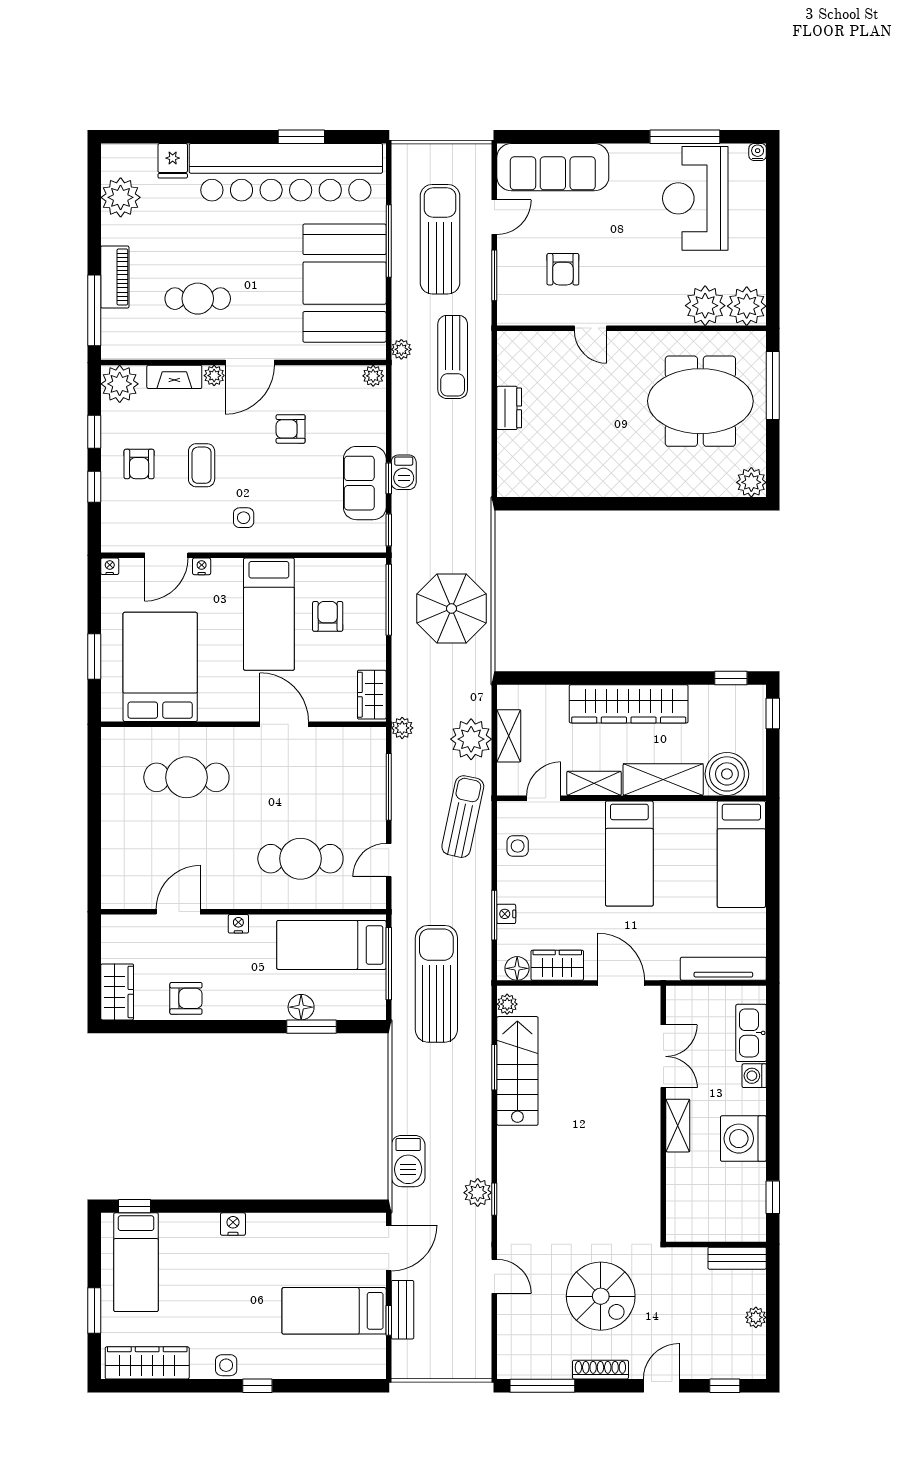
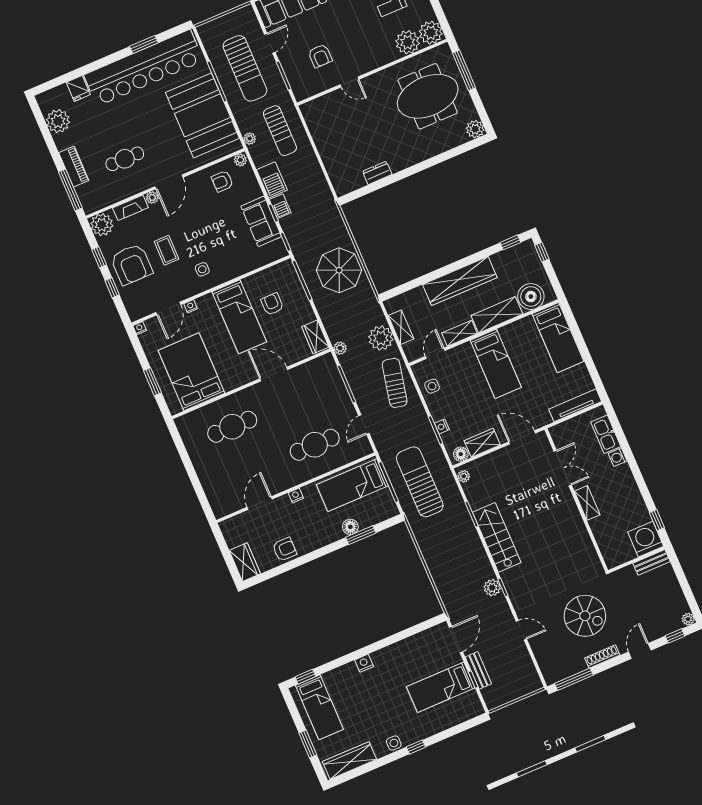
sun lounger: (440, 239) -> (245, 68), turned 180
dresser: (509, 408) -> (377, 173), moved, turned -90
armchair: (291, 429) -> (222, 181), moved
armchair: (139, 464) -> (132, 264), width x1.88, depth x1.88
stairs: (517, 1071) -> (497, 537), moved
washing machine: (743, 1139) -> (646, 539), moved, turned 90
barbecue: (408, 1161) -> (272, 180), moved
plant: (756, 1317) -> (688, 619), moved

